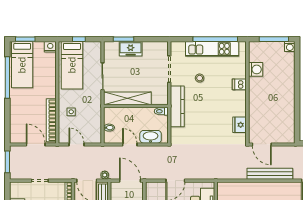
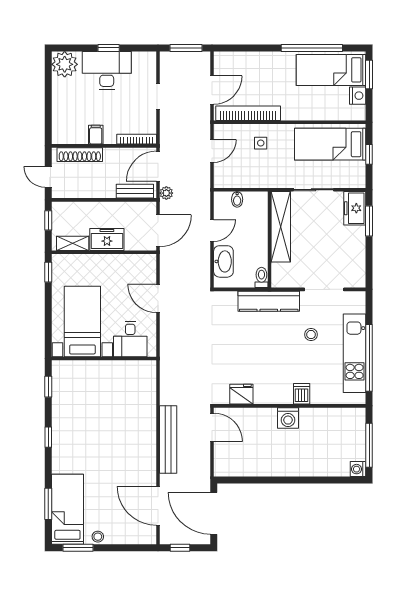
nightstand: (50, 47) -> (358, 96), moved
freezer: (131, 49) -> (355, 208), moved
washing machine: (256, 69) -> (288, 418), moved
door: (262, 144) -> (212, 427), swing flipped

